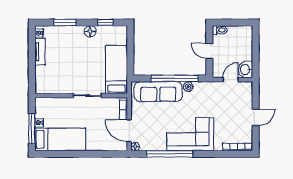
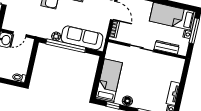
door: (209, 51) -> (32, 62), removed
bed: (116, 70) -> (109, 81), moved, turned 180
dresser: (59, 103) -> (167, 47), added

